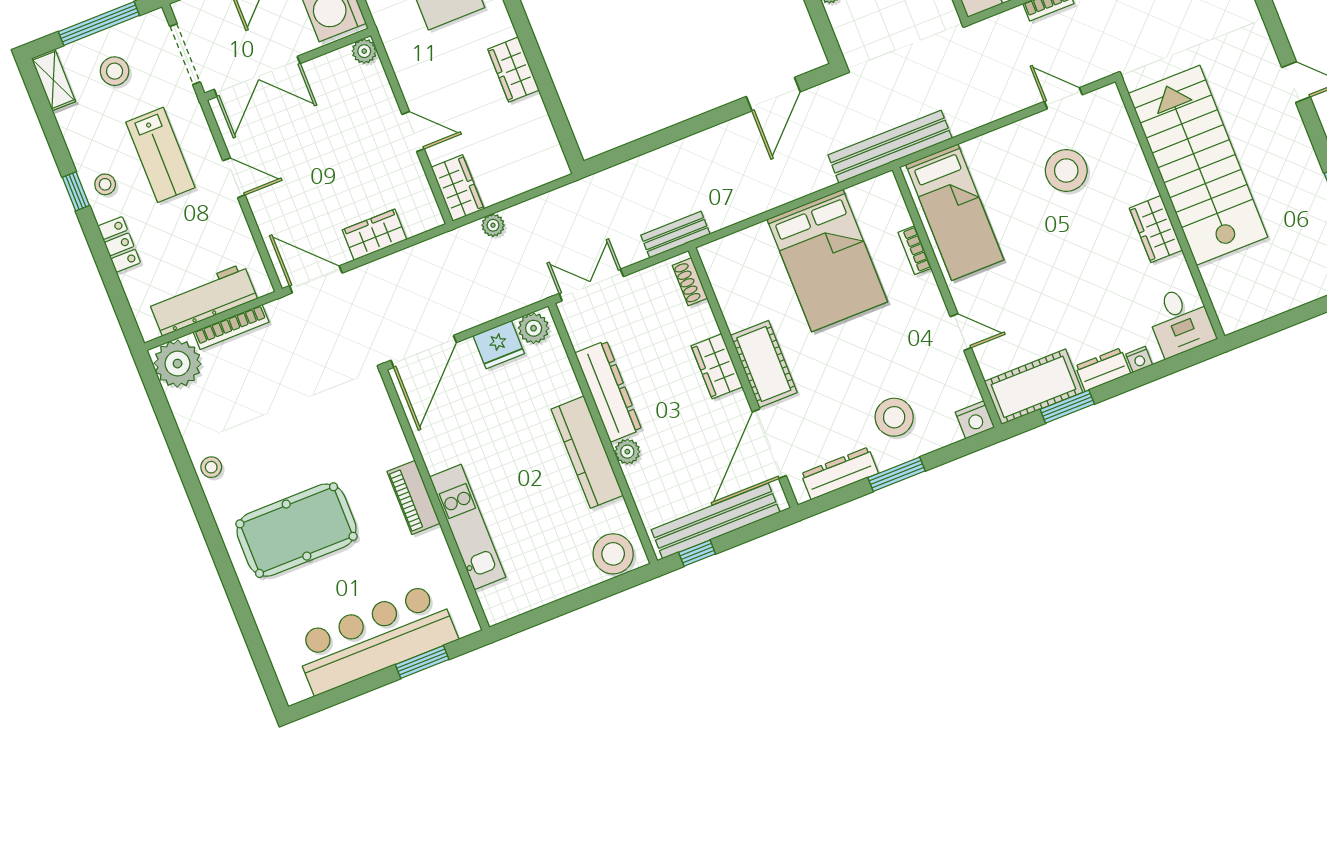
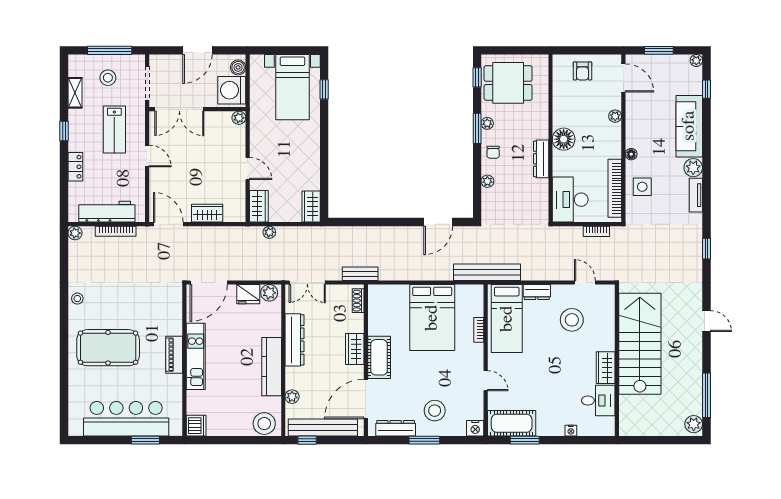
wardrobe: (514, 70) -> (311, 207), moved
shelving: (53, 80) -> (75, 93), moved
stool: (105, 184) -> (80, 133), removed
double door: (591, 285) -> (307, 282), swing flipped
desk: (1180, 321) -> (598, 401), moved, turned -90
plant: (178, 364) -> (75, 233), width x0.53, depth x0.53
dresser: (1103, 370) -> (537, 292), moved, turned 180
plant: (627, 452) -> (292, 397), moved
kitchen unit: (468, 527) -> (196, 356), moved
dishwasher: (499, 603) -> (196, 426), added

